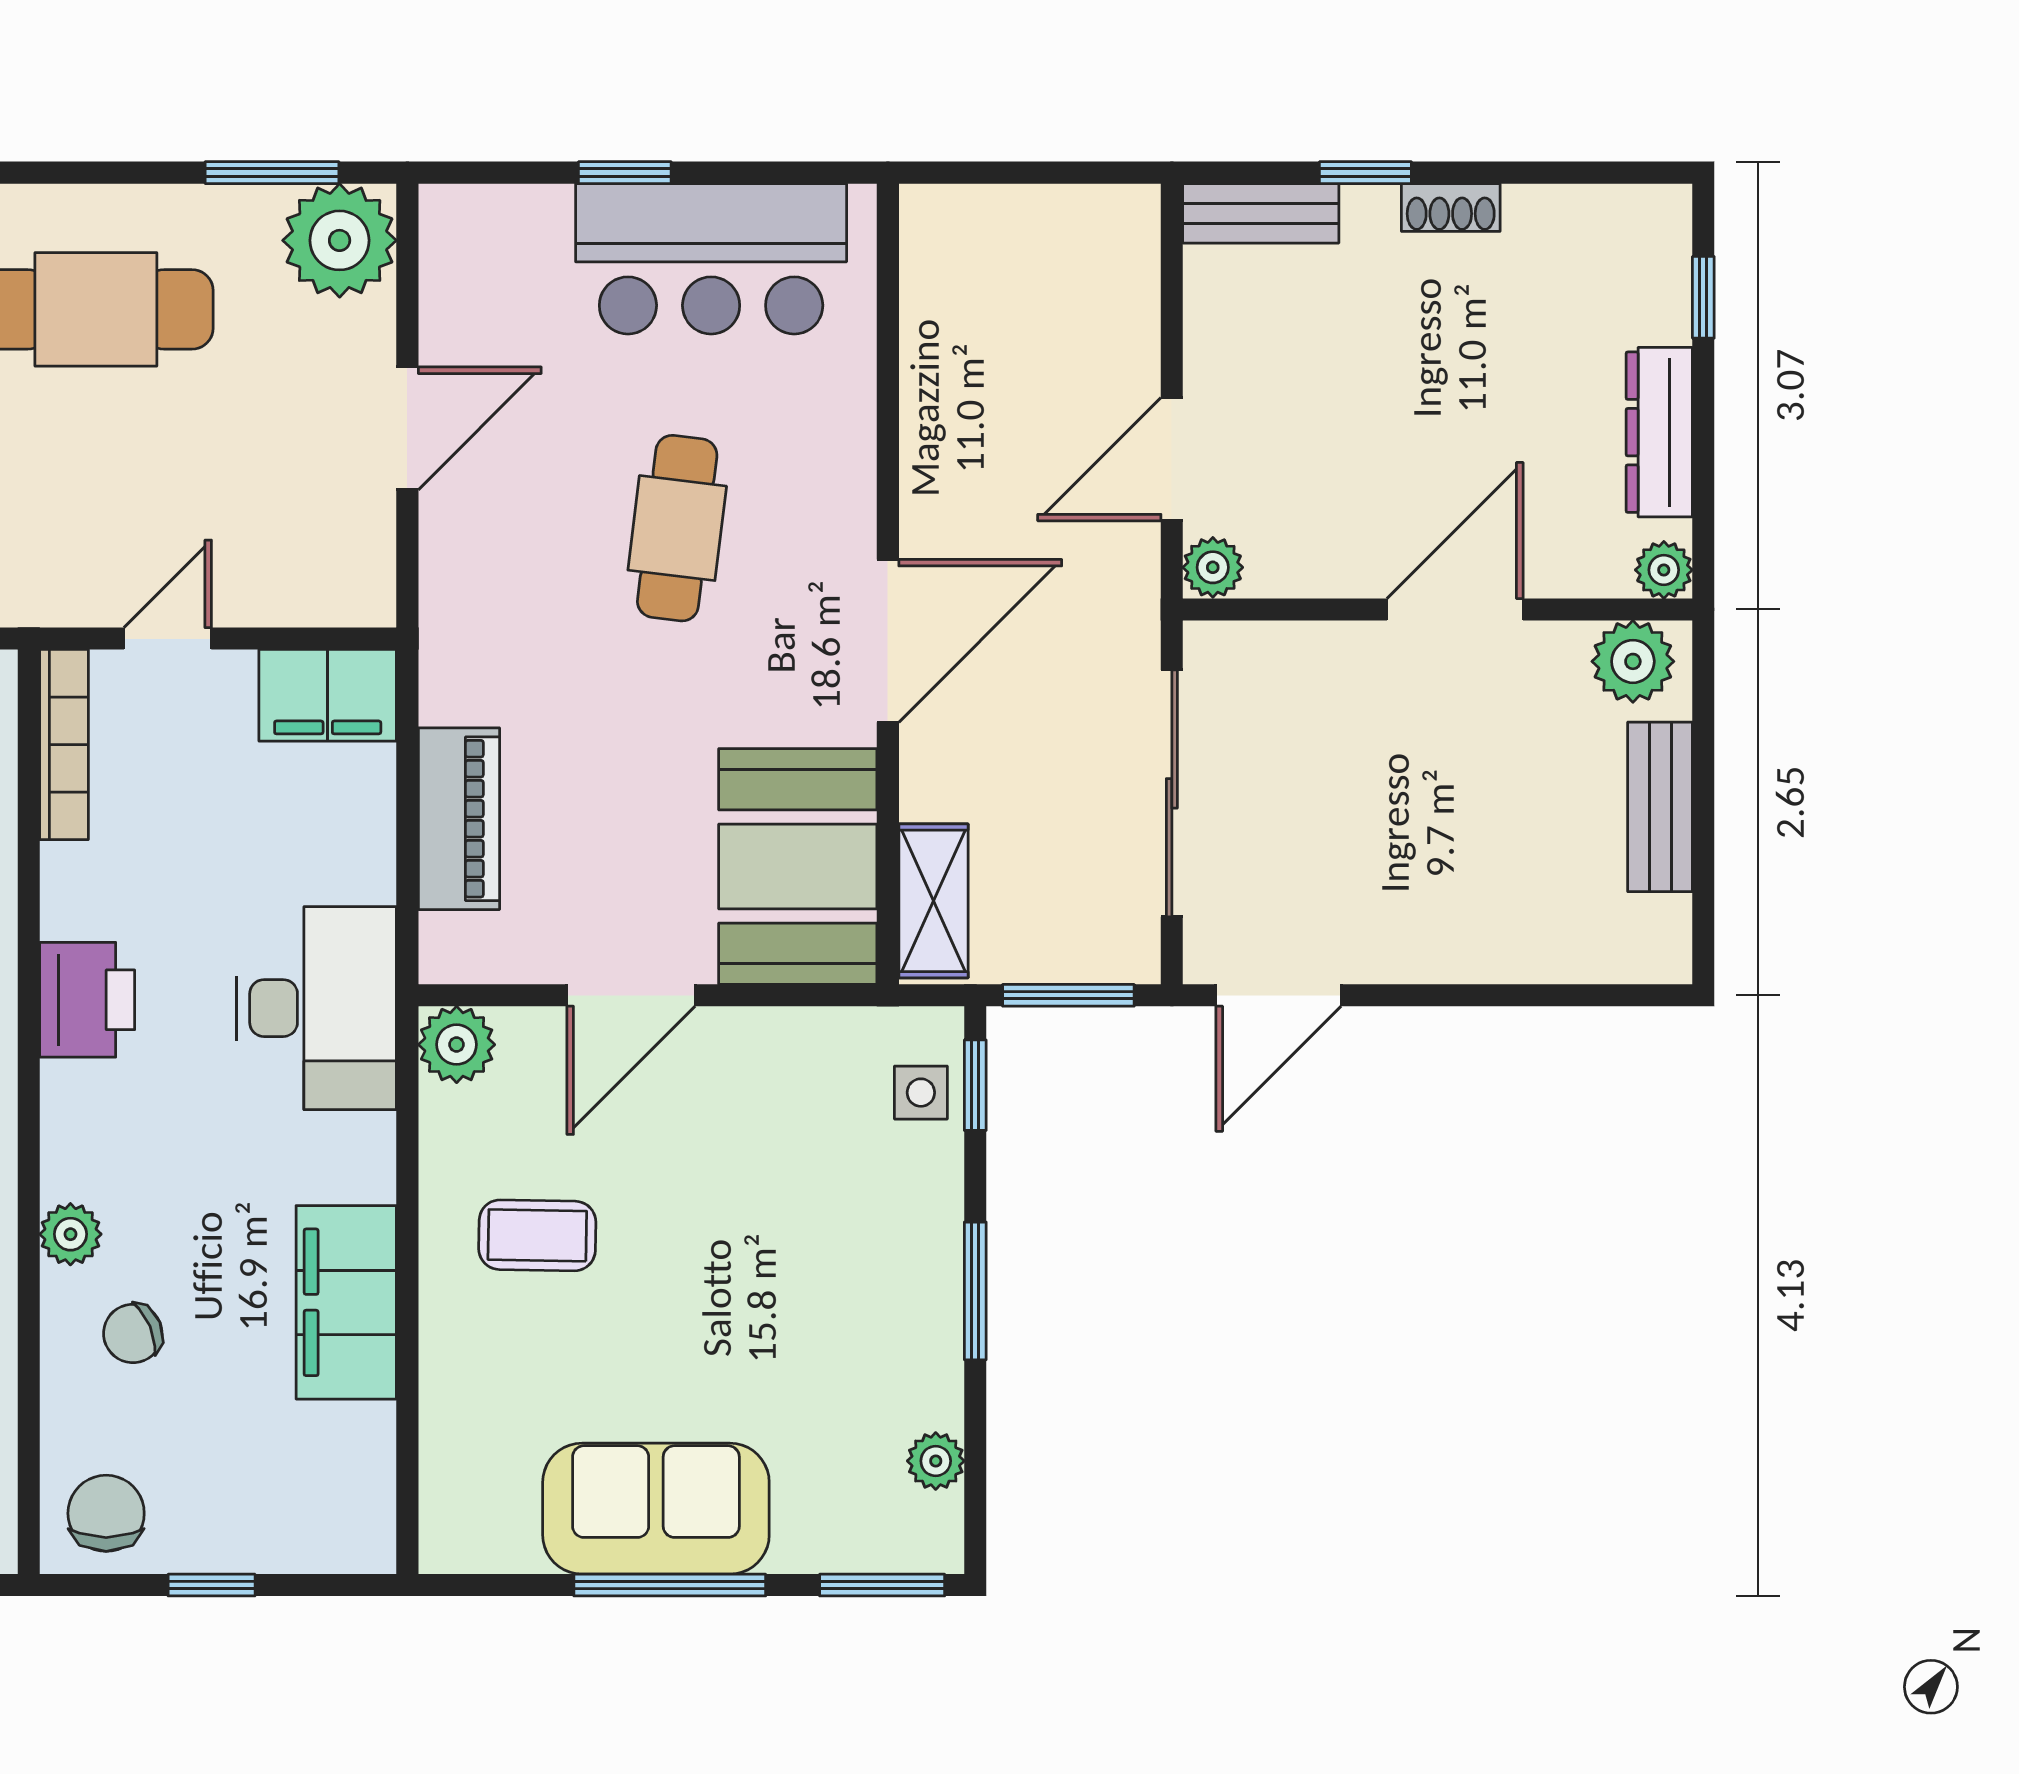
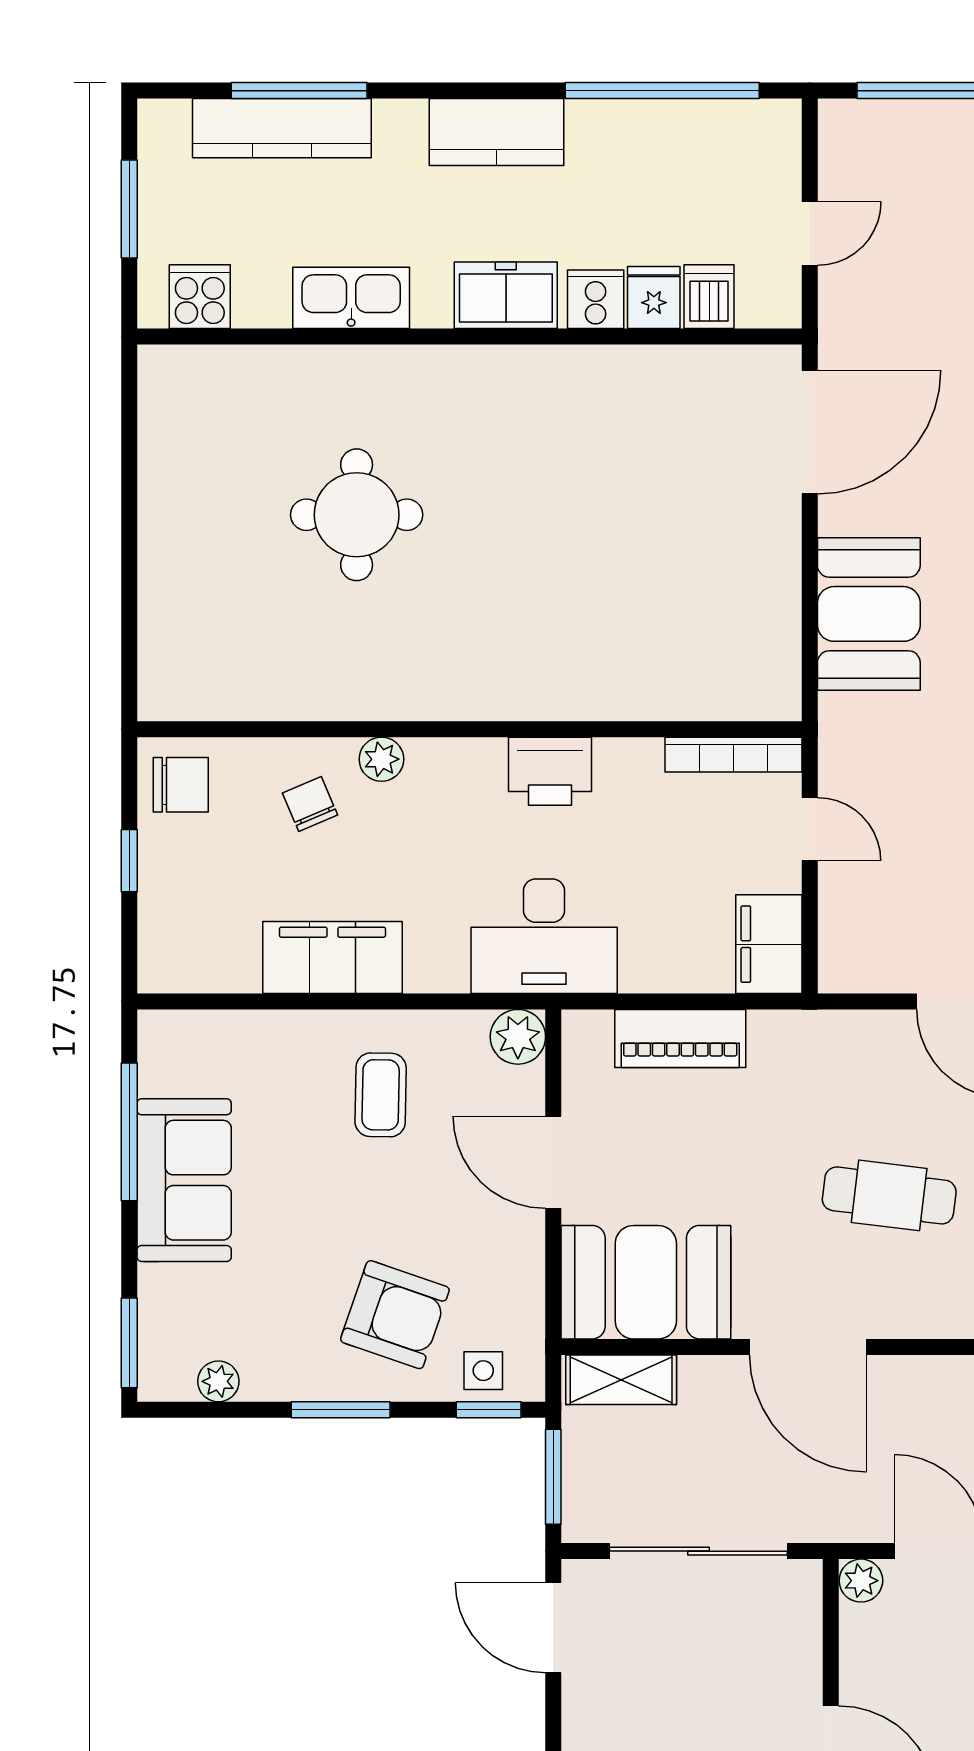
armchair: (843, 1215) -> (395, 1315), added
window: (670, 1585) -> (129, 1132), moved

